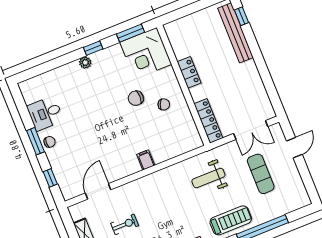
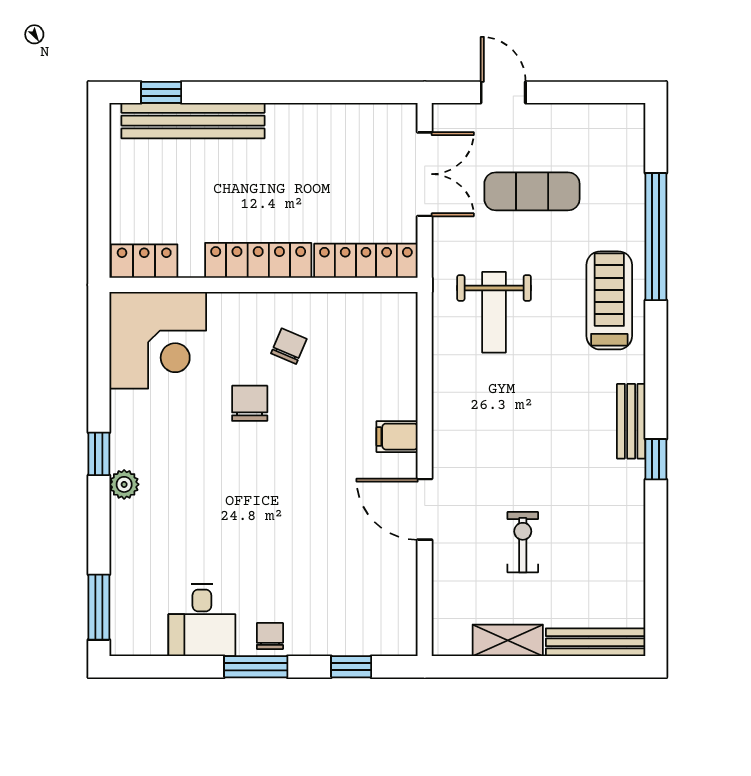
window: (130, 33) -> (99, 607), moved
locker: (174, 36) -> (144, 261), added
locker: (189, 72) -> (258, 260), width x1.53
chair: (136, 98) -> (250, 403), turned 180
door: (98, 191) -> (425, 509), moved

